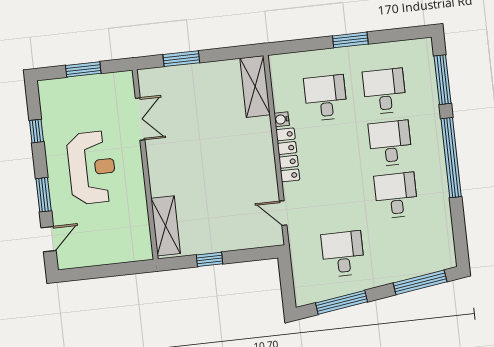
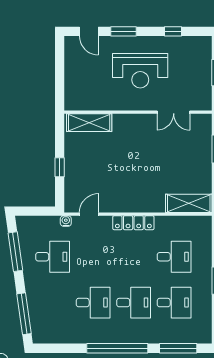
water cooler: (282, 119) -> (66, 221), moved
window: (210, 259) -> (60, 167), moved

